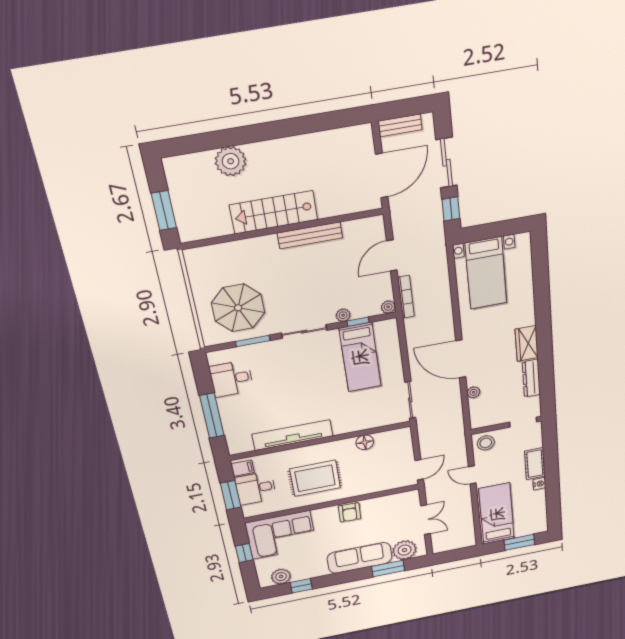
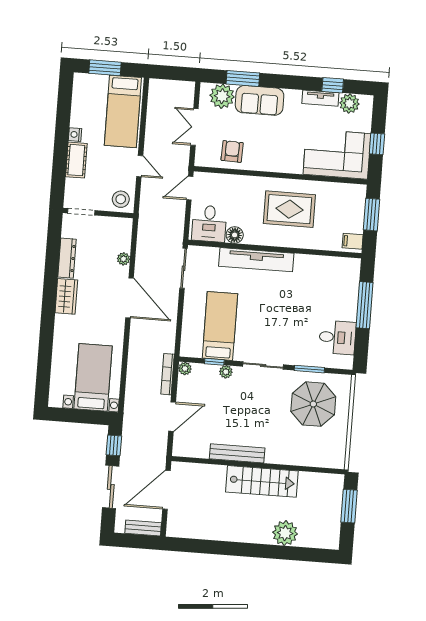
tv unit: (293, 435) -> (256, 260), moved
desk: (256, 488) -> (209, 224), moved, turned 90
armchair: (350, 512) -> (232, 151), moved
sofa: (360, 558) -> (260, 100), width x0.73
tv unit: (310, 573) -> (320, 98), added

